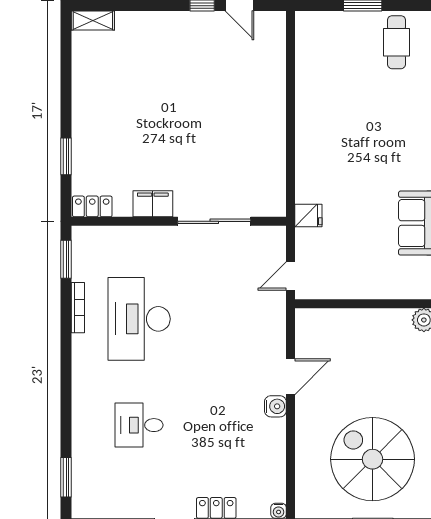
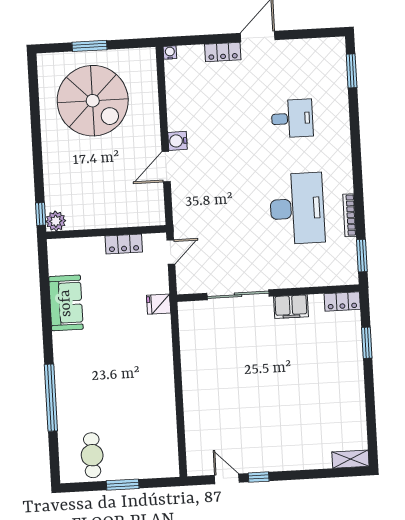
locker: (345, 289) -> (124, 244), added

